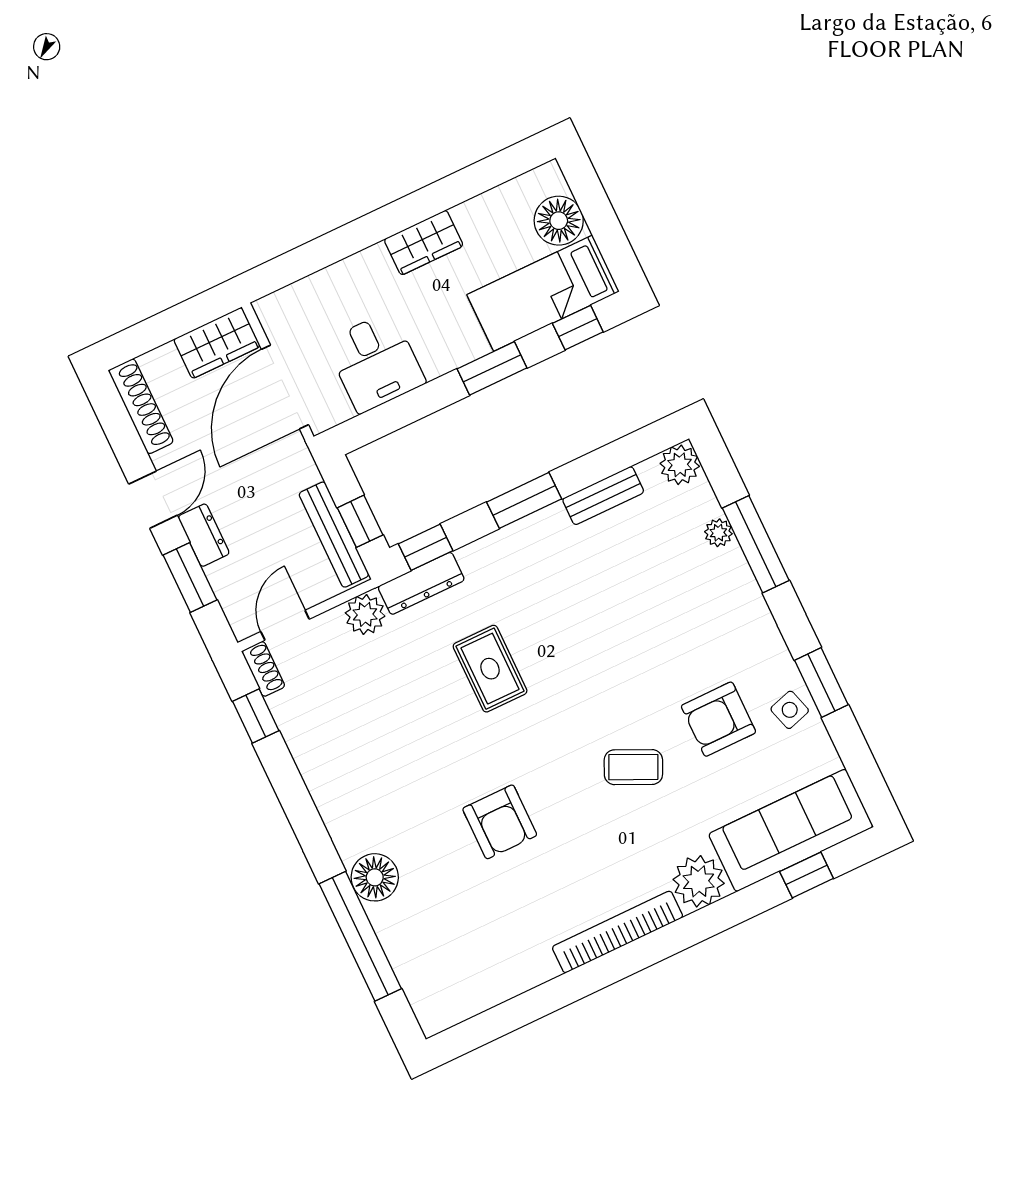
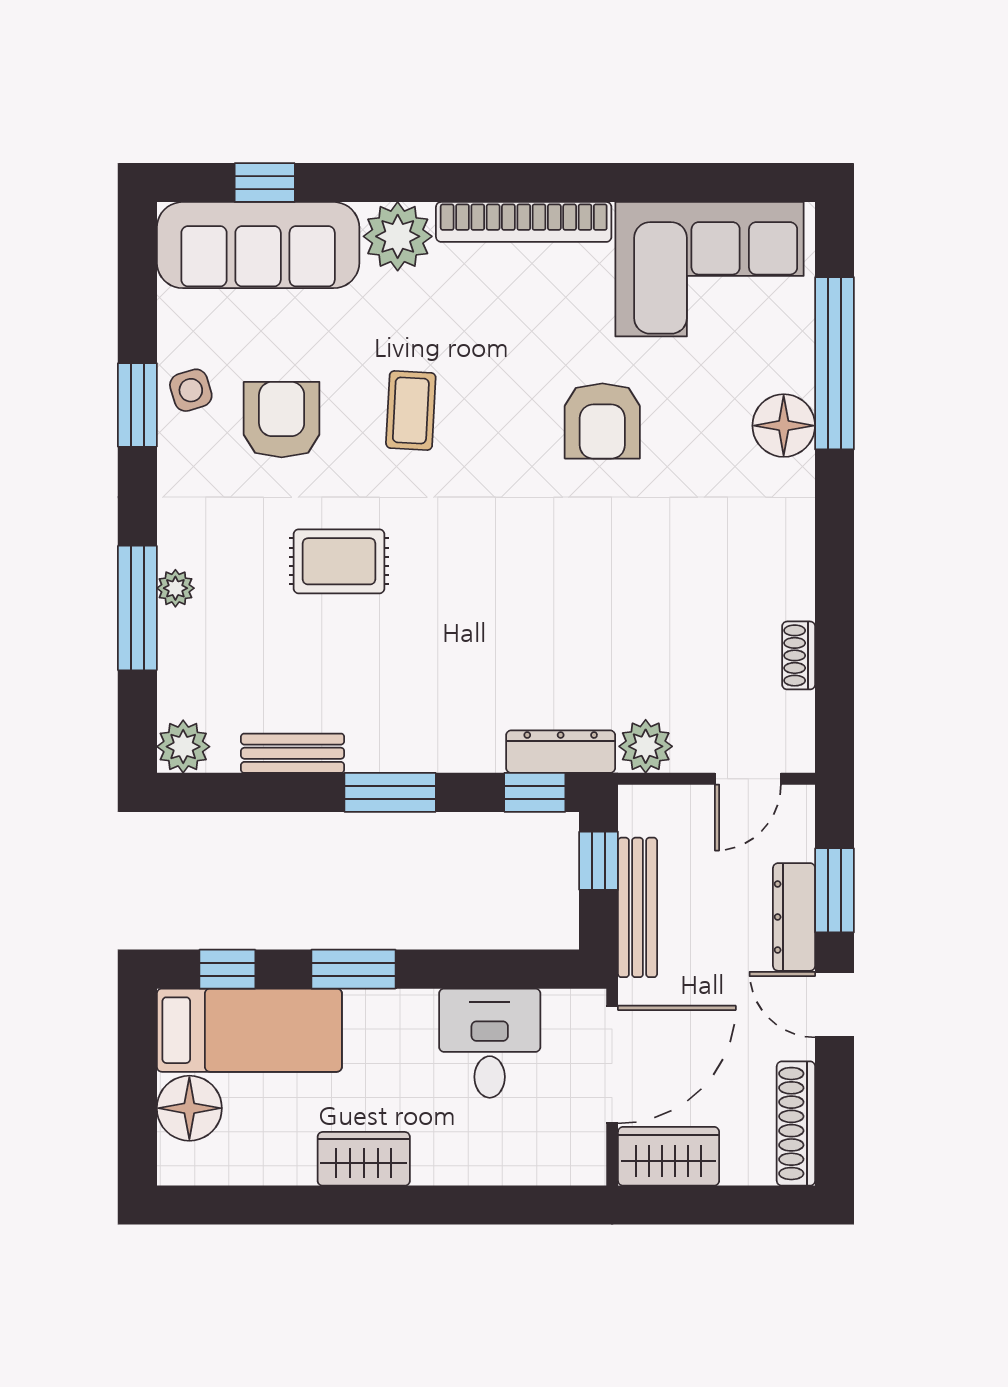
door: (153, 500) -> (835, 1005), hinge flipped
plant: (718, 533) -> (175, 588), moved
dresser: (204, 535) -> (794, 917), width x1.44
bench: (334, 535) -> (638, 907), moved
shoe rack: (263, 669) -> (799, 655), moved
rug: (490, 669) -> (339, 561), moved, turned 90
window: (256, 716) -> (835, 687), removed
armchair: (718, 719) -> (282, 420), turned -90
coffee table: (633, 767) -> (411, 410), turned 68
armchair: (500, 822) -> (602, 421), turned 180
corner sofa: (476, 960) -> (710, 269), added

